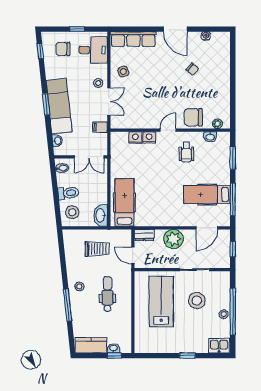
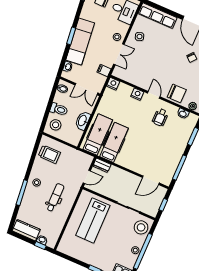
chair: (193, 117) -> (177, 93), turned 180
door: (168, 130) -> (154, 95), hinge flipped
nightstand: (135, 138) -> (113, 84), moved
hospital bed: (207, 194) -> (114, 142), moved, turned 90
washbasin: (101, 215) -> (83, 121), moved
plant: (173, 239) -> (122, 178), removed
trolley: (97, 249) -> (49, 154), moved
door: (133, 255) -> (87, 177), swing flipped
lab bench: (161, 301) -> (93, 220), turned 180
stool: (197, 301) -> (141, 227), moved

